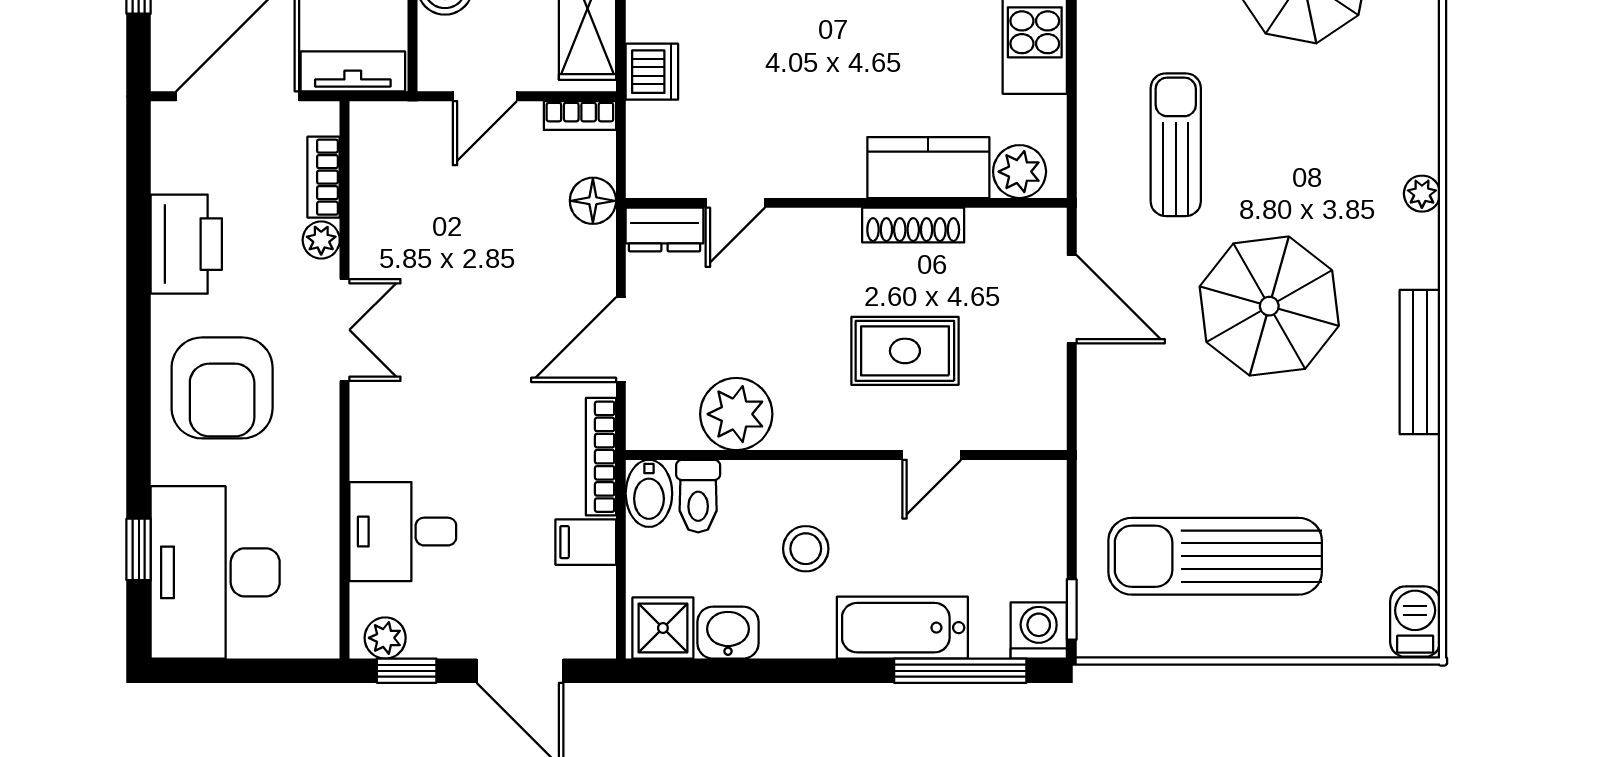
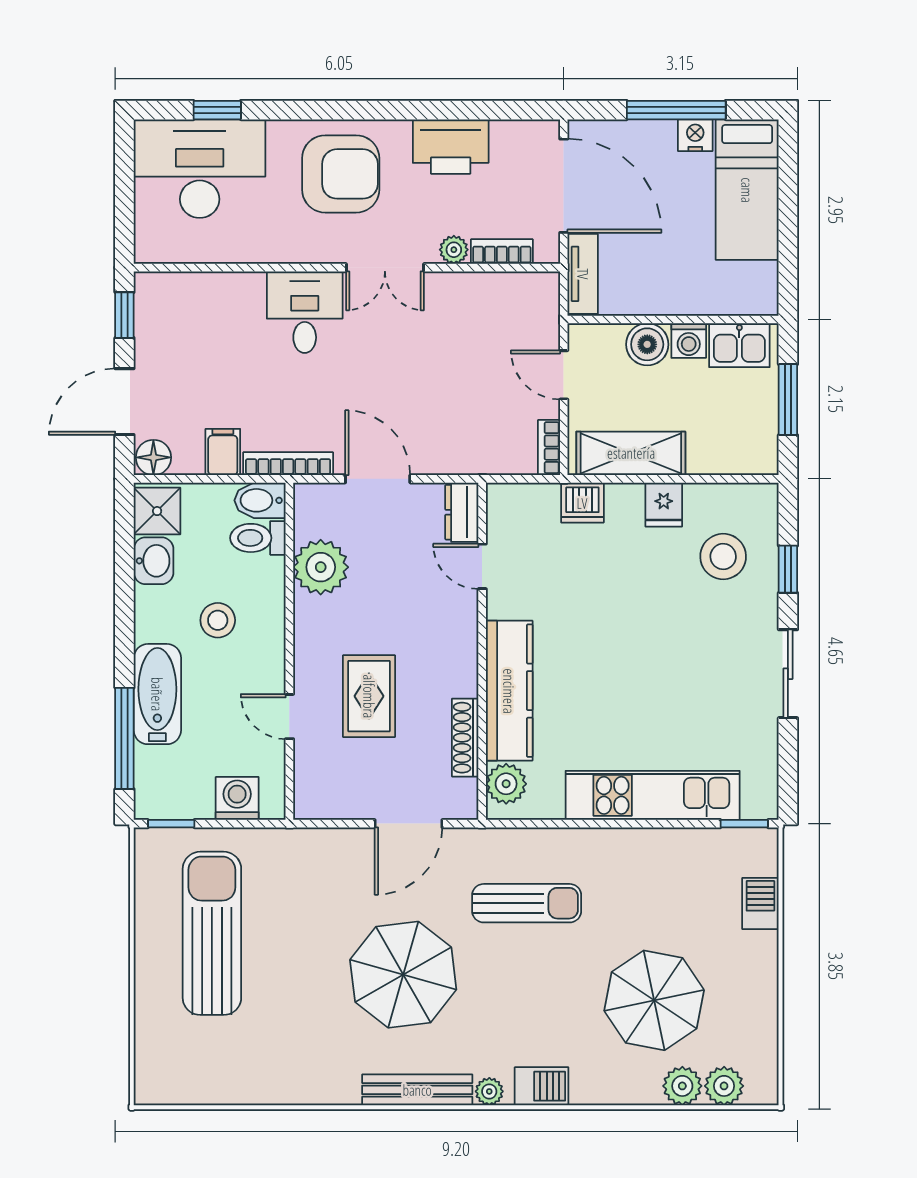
kitchen counter: (928, 168) -> (509, 691), width x1.50
floor lamp: (593, 201) -> (153, 457), moved
shoe rack: (913, 225) -> (465, 738), moved
bench: (1420, 362) -> (417, 1090), moved
armchair: (222, 388) -> (341, 174), turned 180
desk: (403, 532) -> (305, 312), moved
barbecue: (1415, 622) -> (542, 1086), moved
washing machine: (1039, 630) -> (237, 798), moved, turned -90
plant: (385, 638) -> (149, 299), removed

